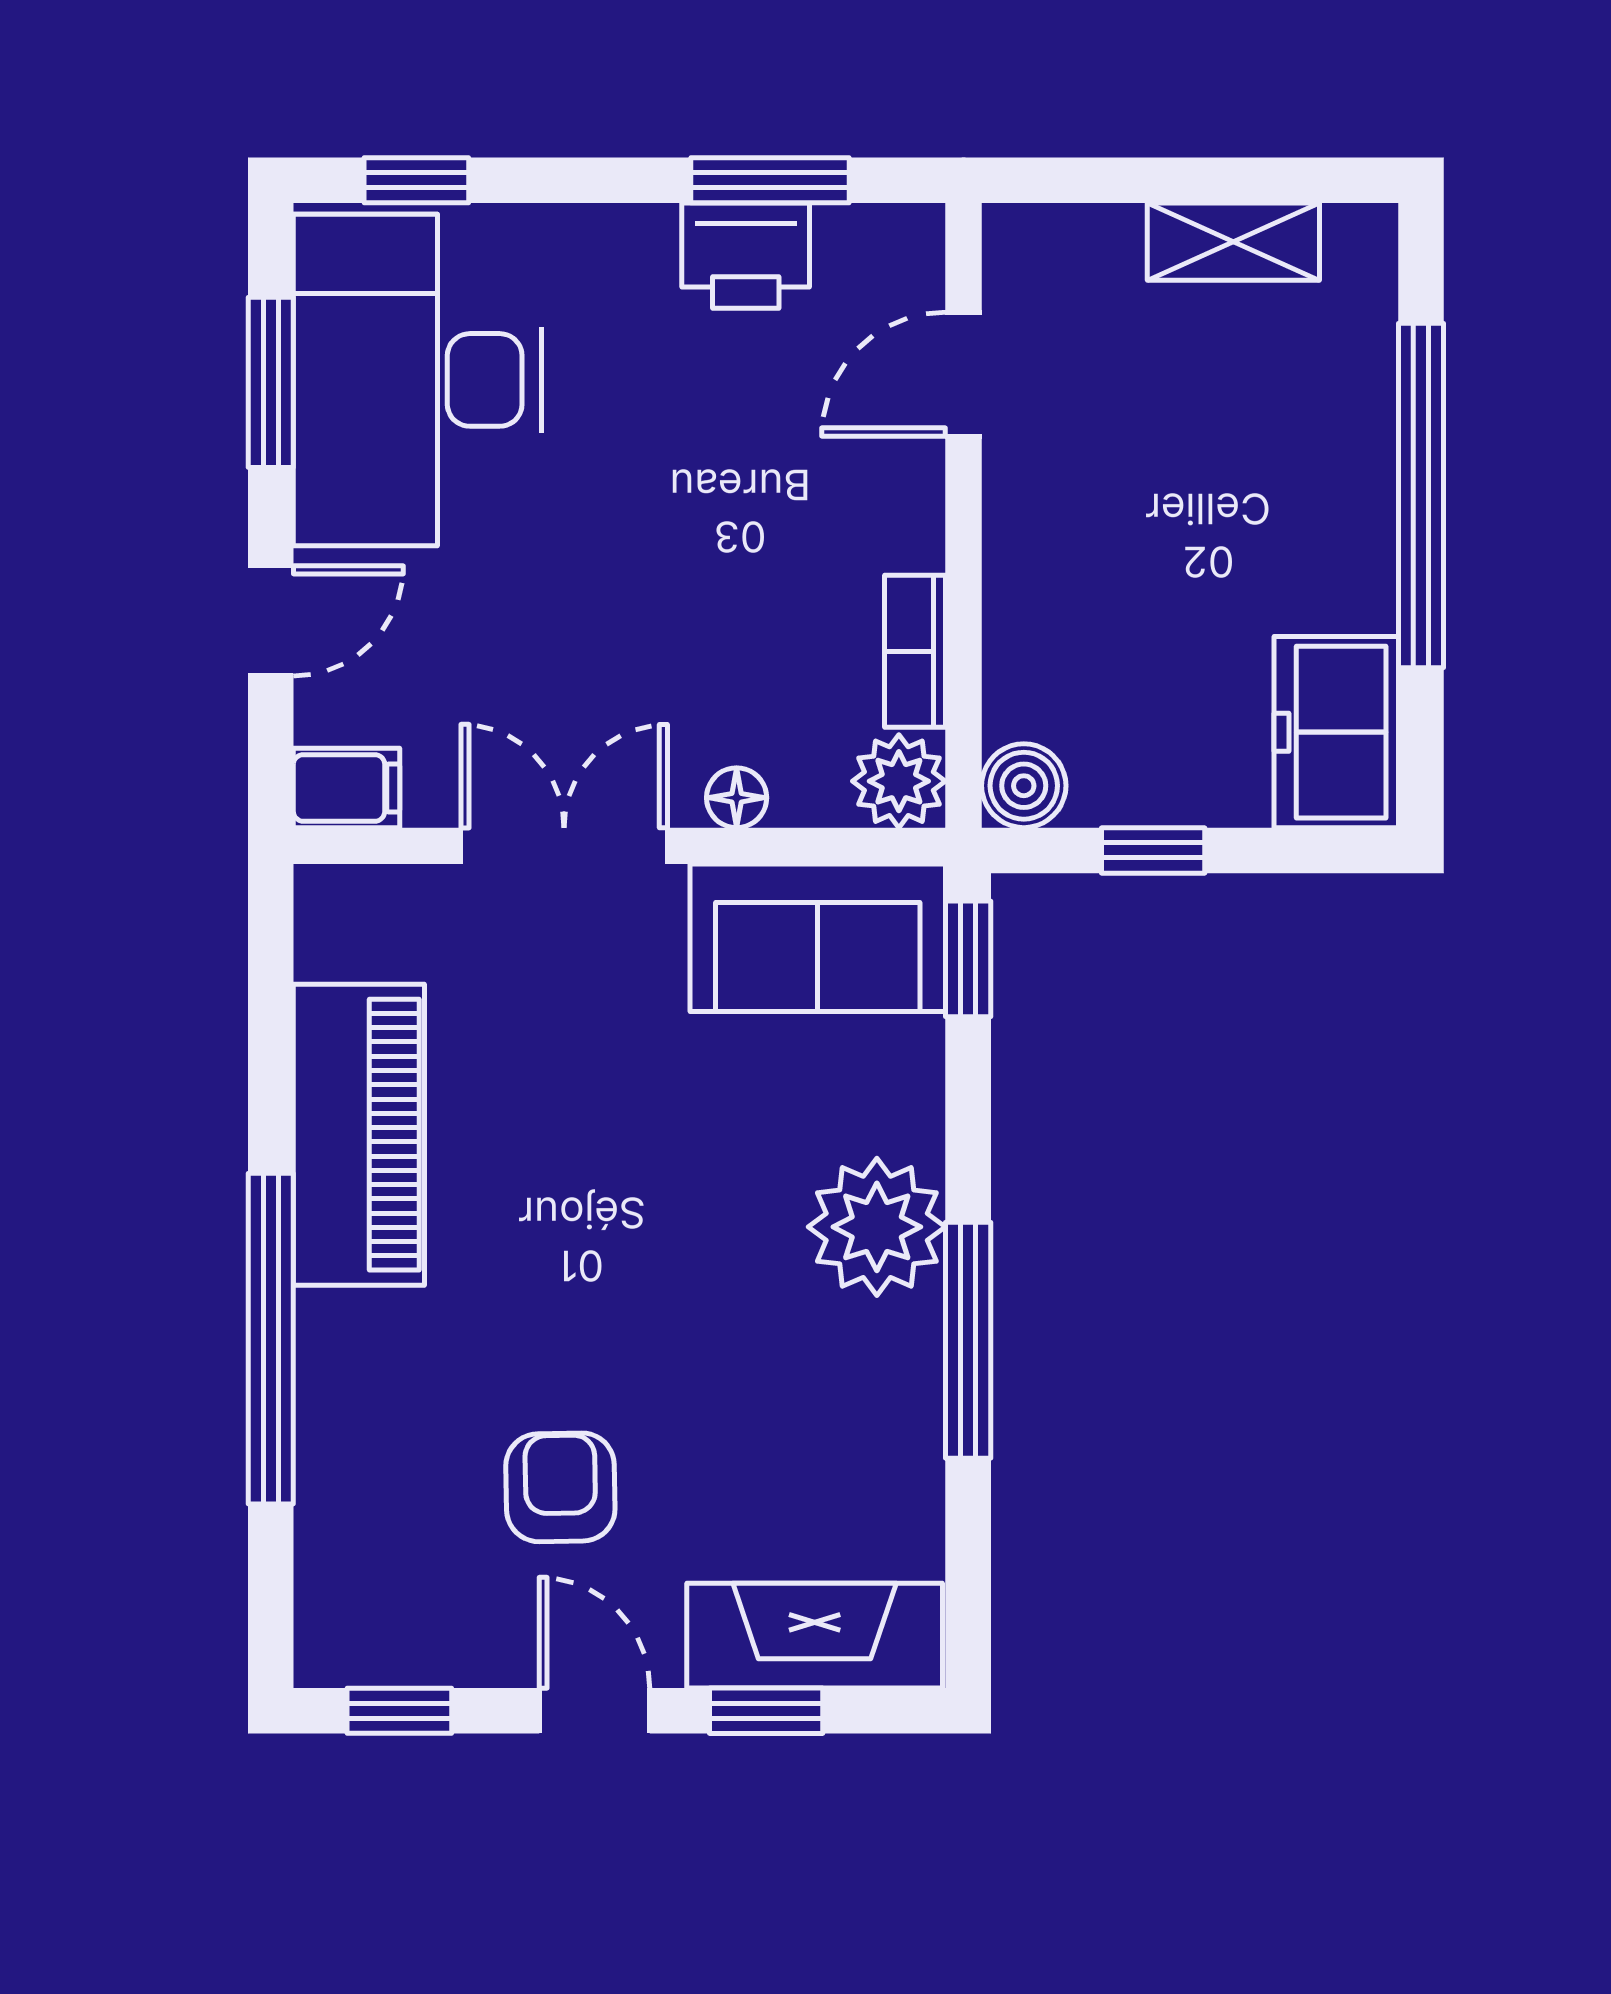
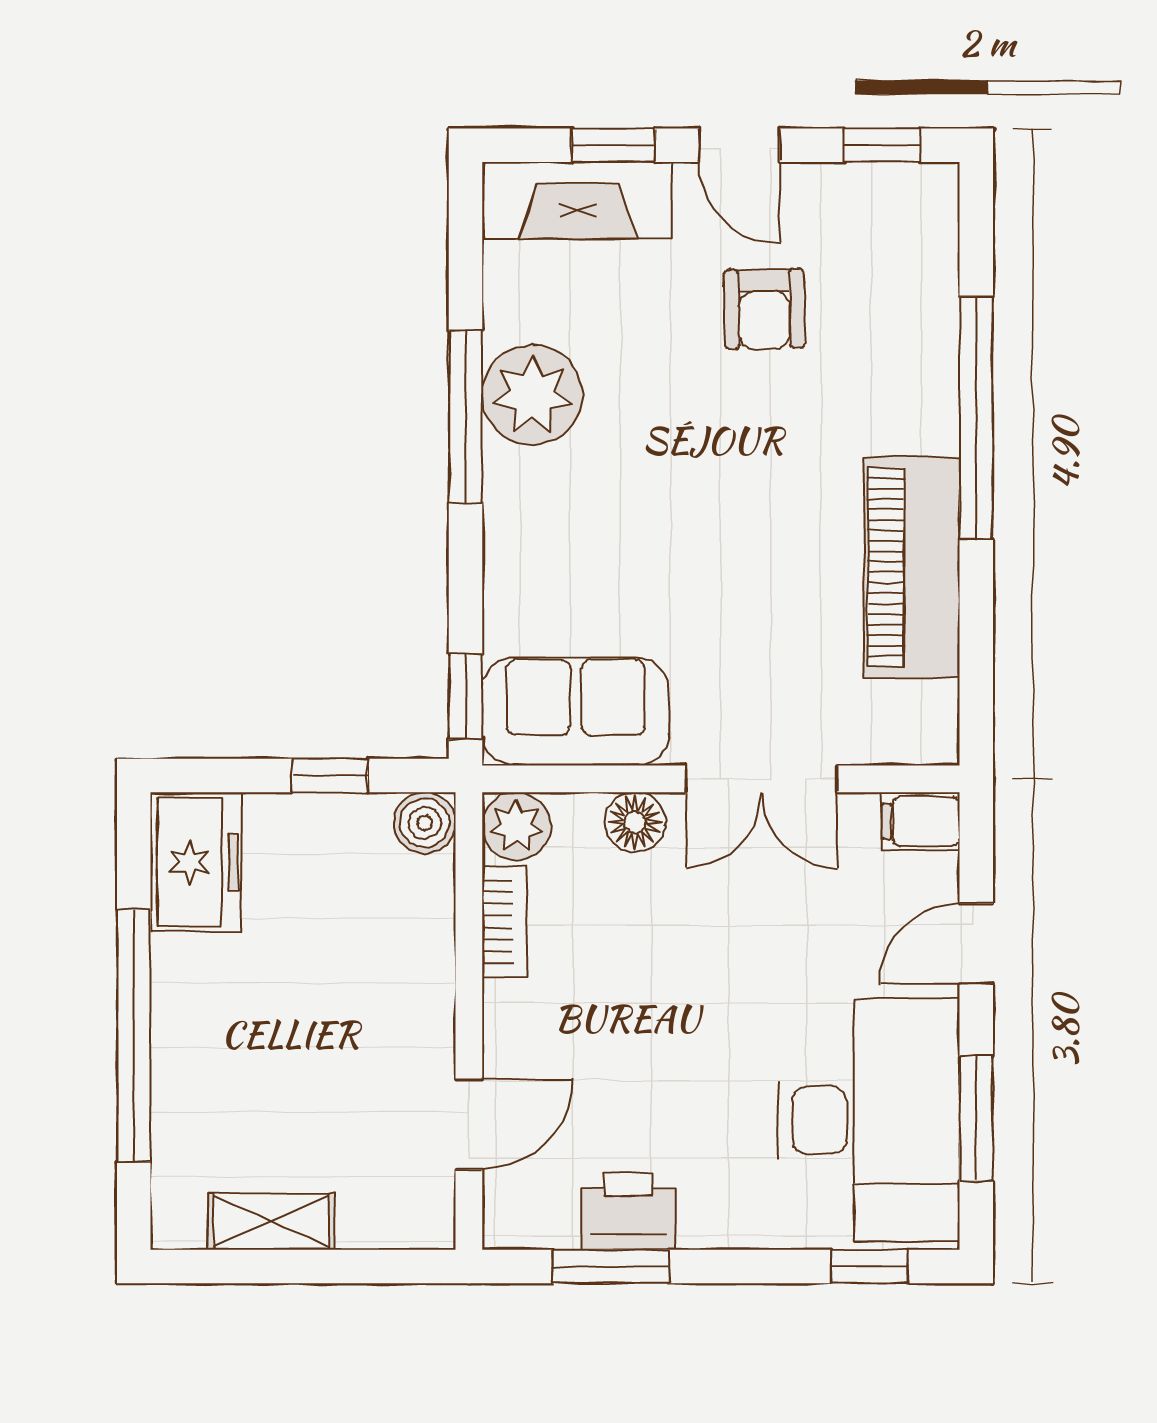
floor lamp: (737, 798) -> (635, 822), width x1.37, depth x1.37
plant: (877, 1227) -> (532, 395), moved

